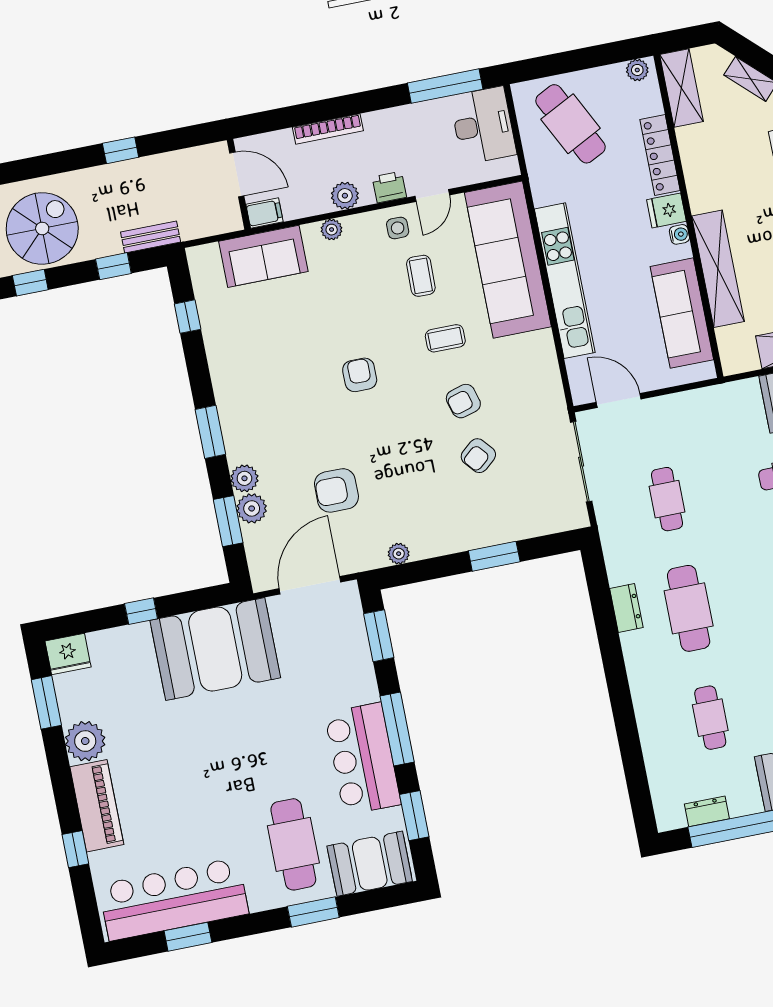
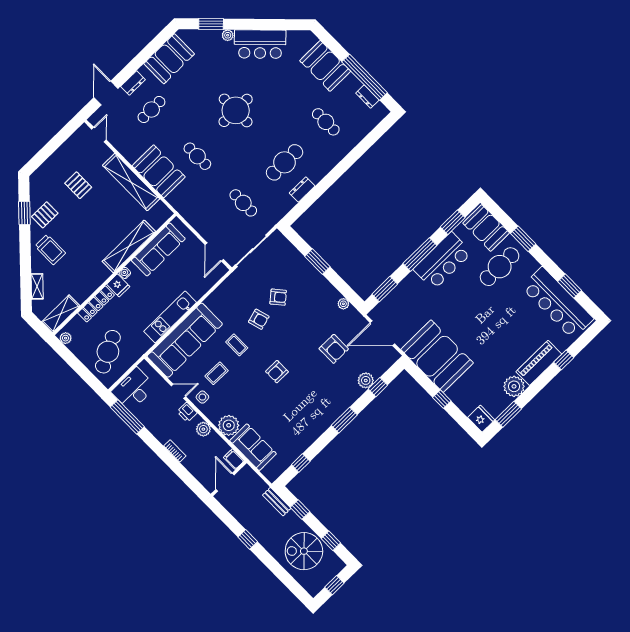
bookcase: (328, 129) -> (175, 451), width x0.64
plant: (332, 230) -> (229, 425), width x1.87, depth x1.87
kitchen unit: (565, 281) -> (170, 317), width x0.73
plant: (244, 478) -> (355, 392), removed
cafe table: (667, 499) -> (243, 203), turned 90
window: (228, 521) -> (378, 387), width x0.67
cafe table: (710, 718) -> (326, 122), turned 90

